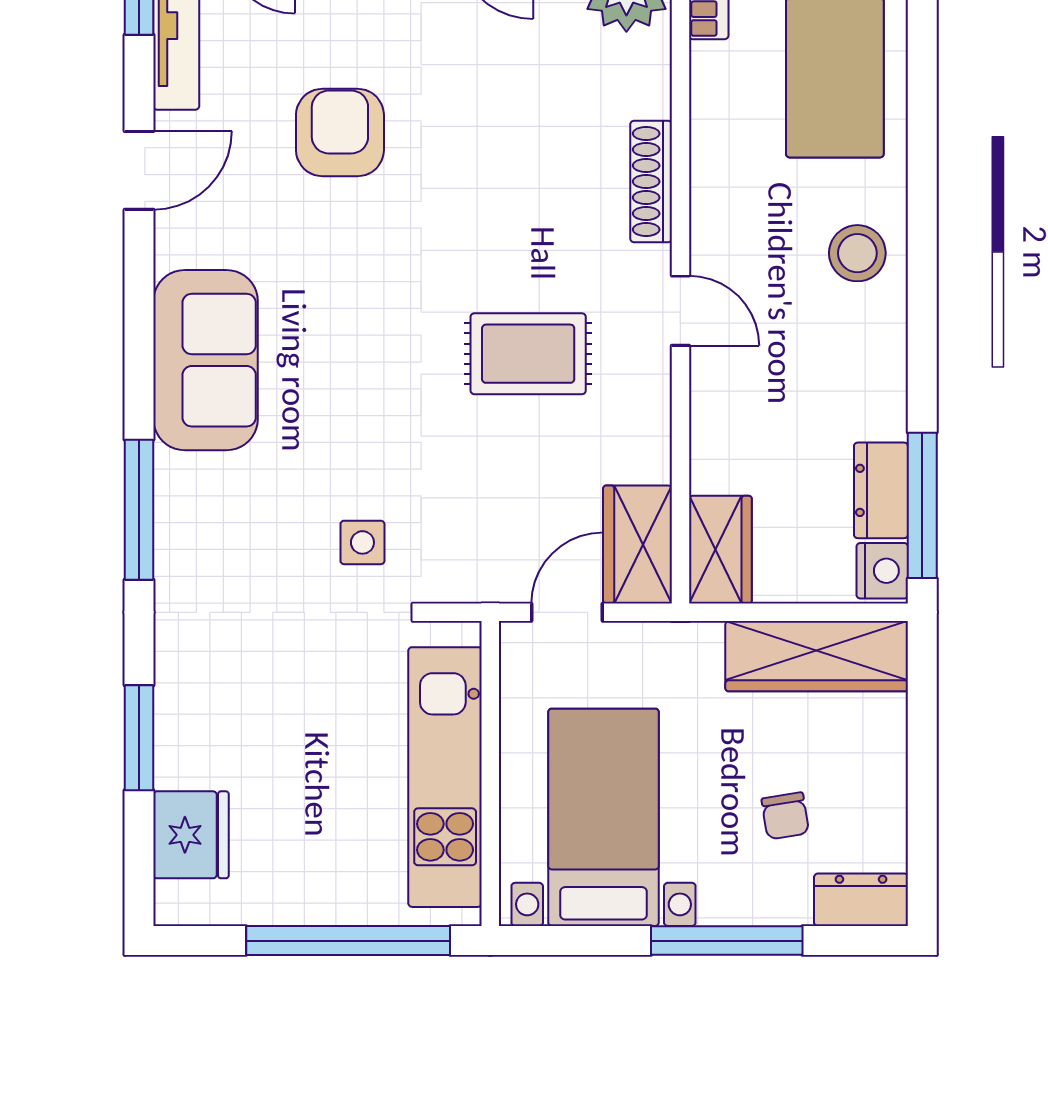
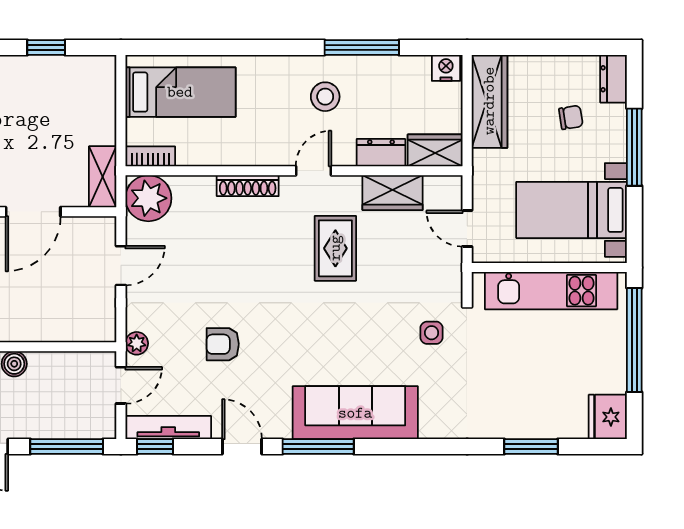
armchair: (340, 132) -> (223, 344), width x0.72, depth x0.72
stool: (857, 253) -> (325, 97), moved
sofa: (206, 360) -> (355, 413), width x1.36
dresser: (881, 490) -> (381, 153), moved, turned 180
window: (922, 505) -> (362, 48), moved
window: (139, 510) -> (318, 447), moved
wardrobe: (637, 544) -> (393, 193), moved
fridge: (191, 835) -> (608, 417), moved, turned -90

